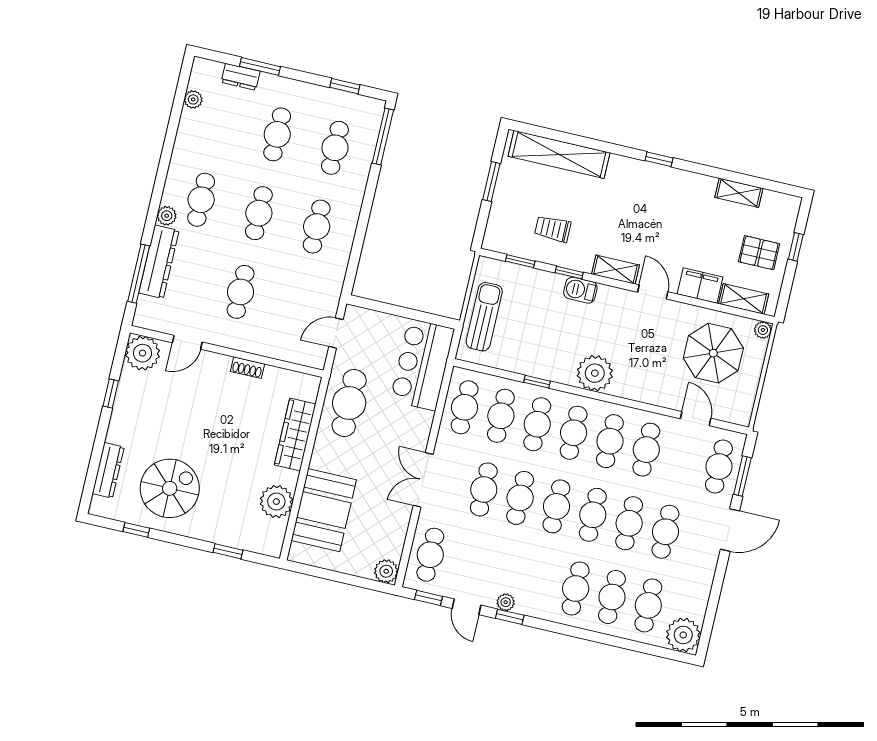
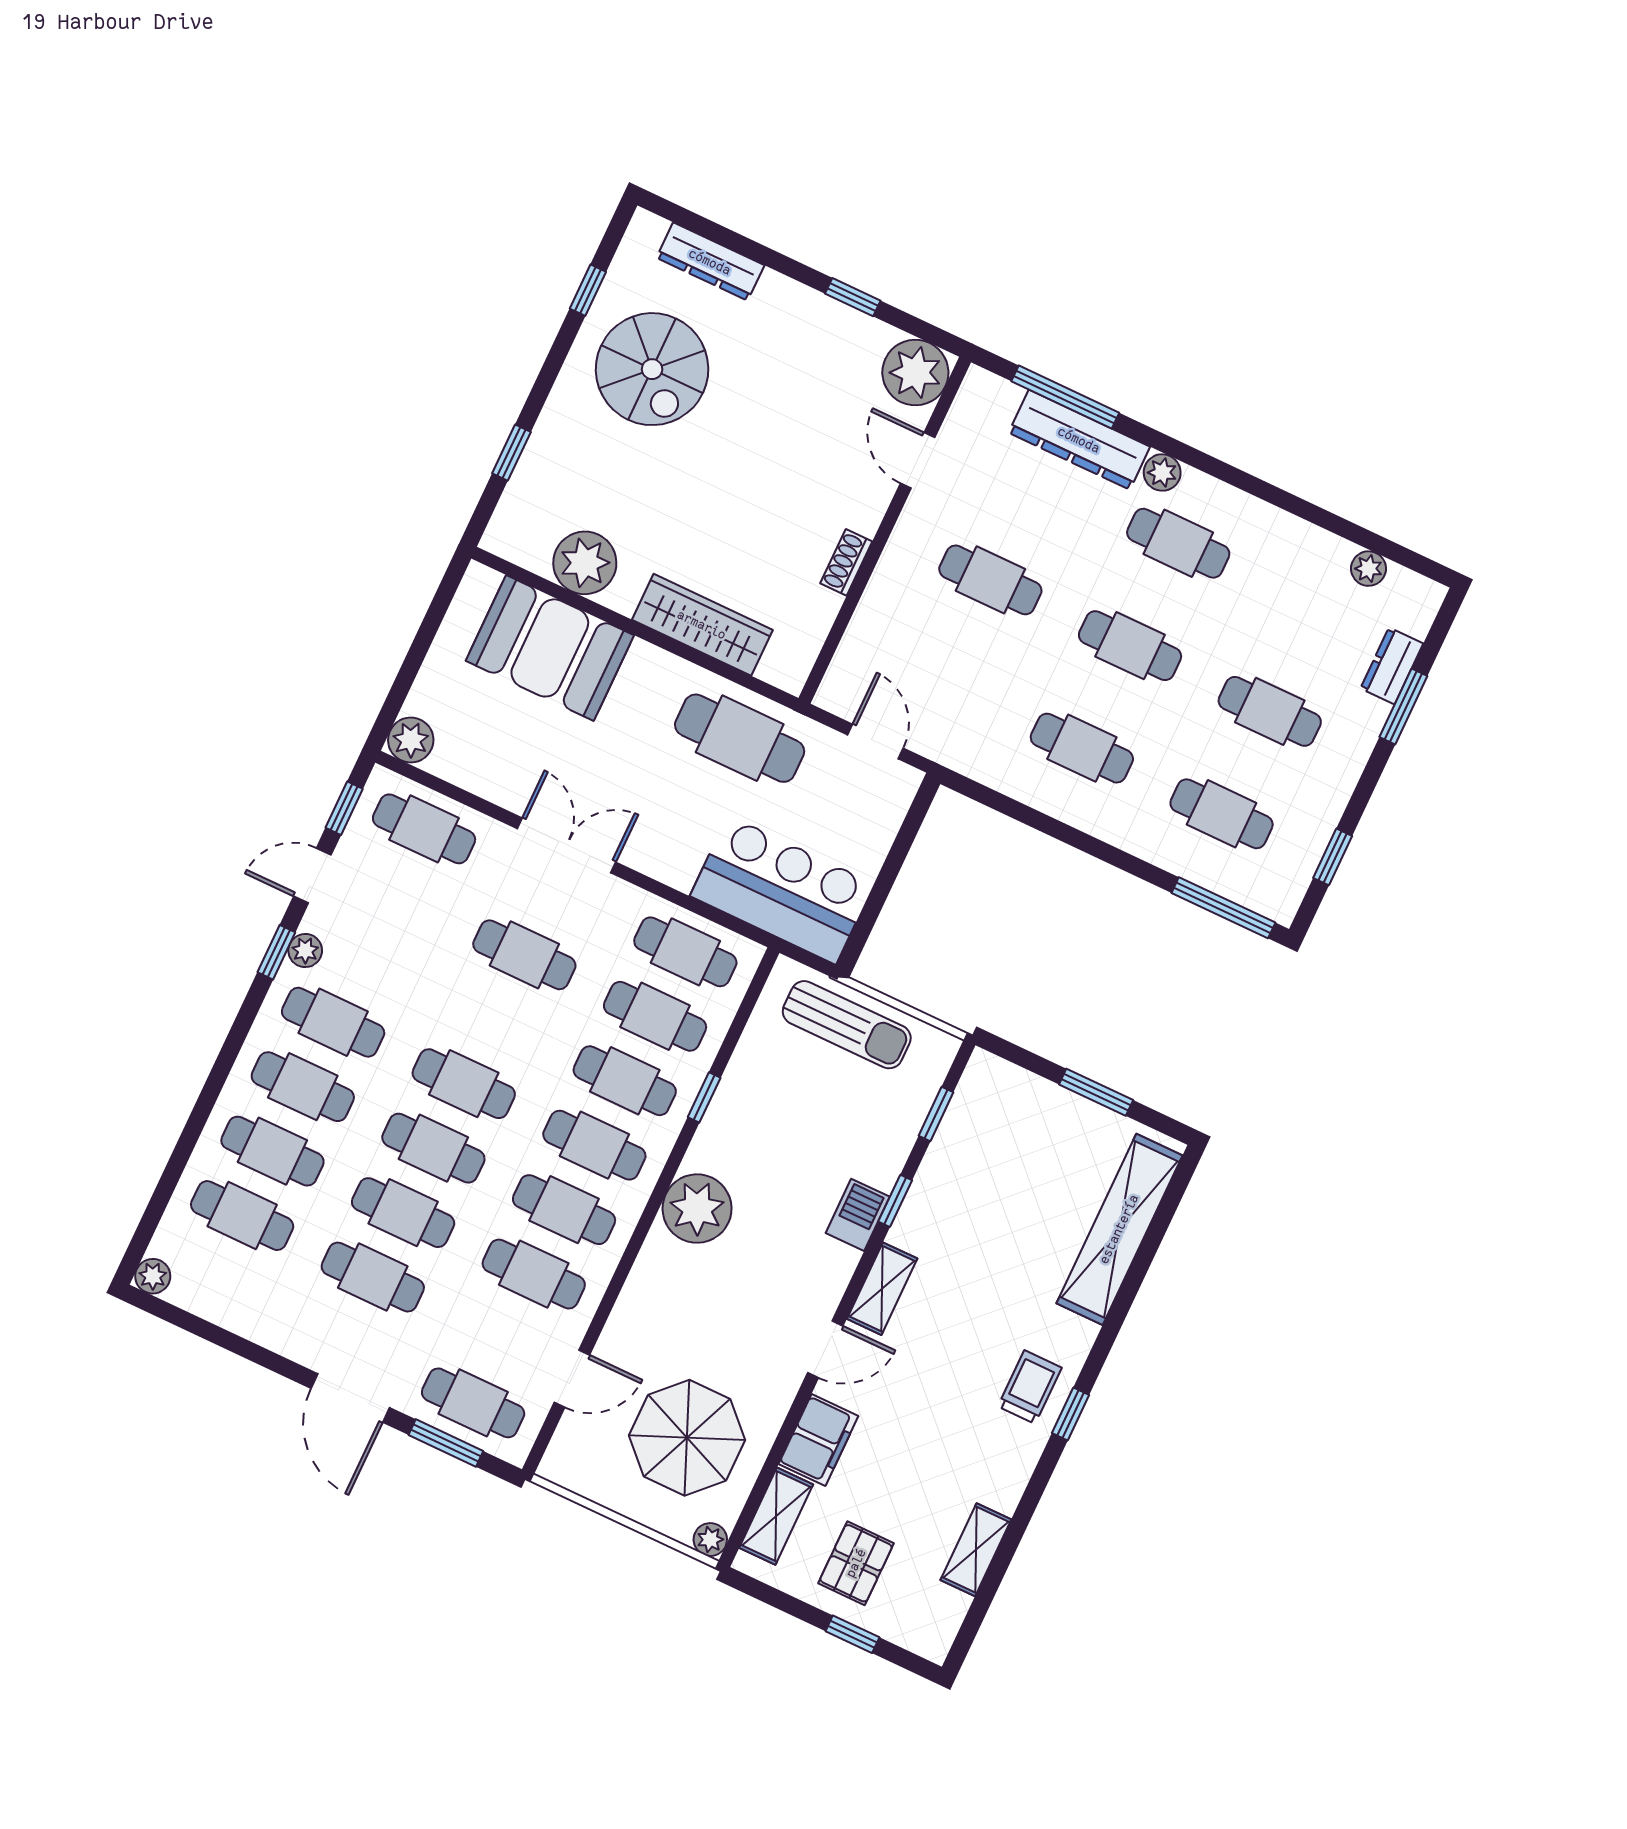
trolley: (553, 229) -> (1030, 1387), moved
cafe table: (520, 498) -> (333, 1022), moved
plant: (683, 635) -> (153, 1276), width x0.53, depth x0.53

